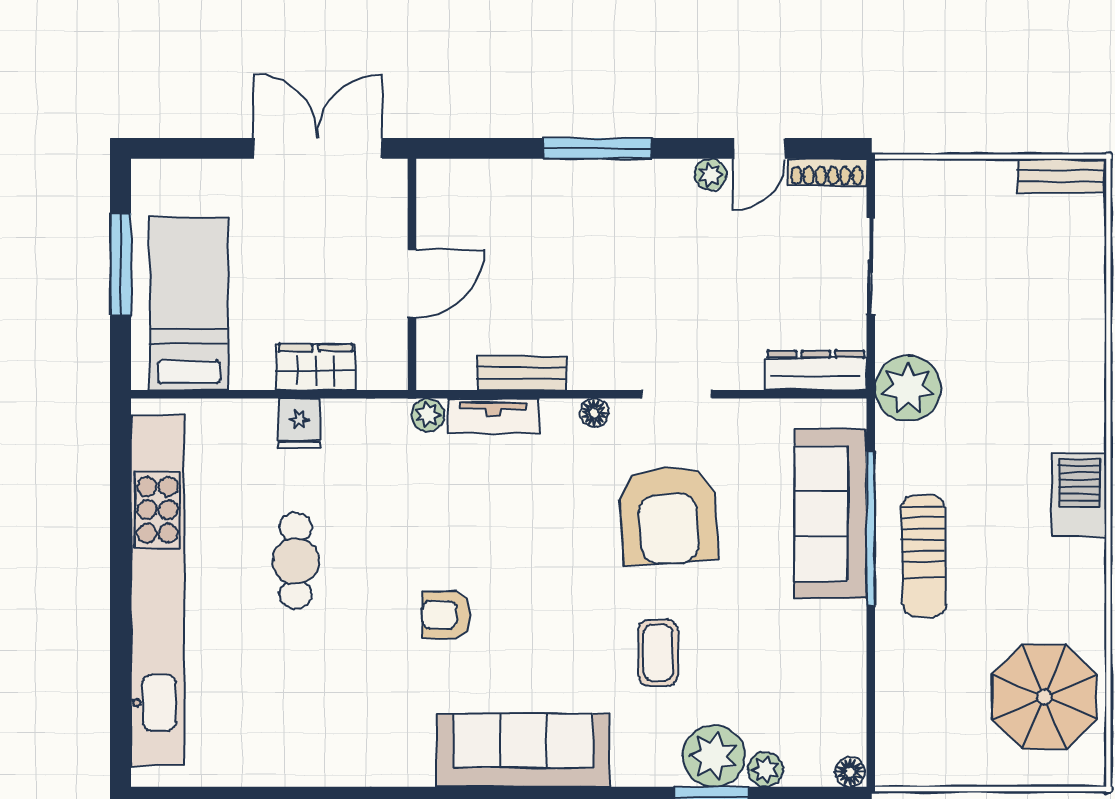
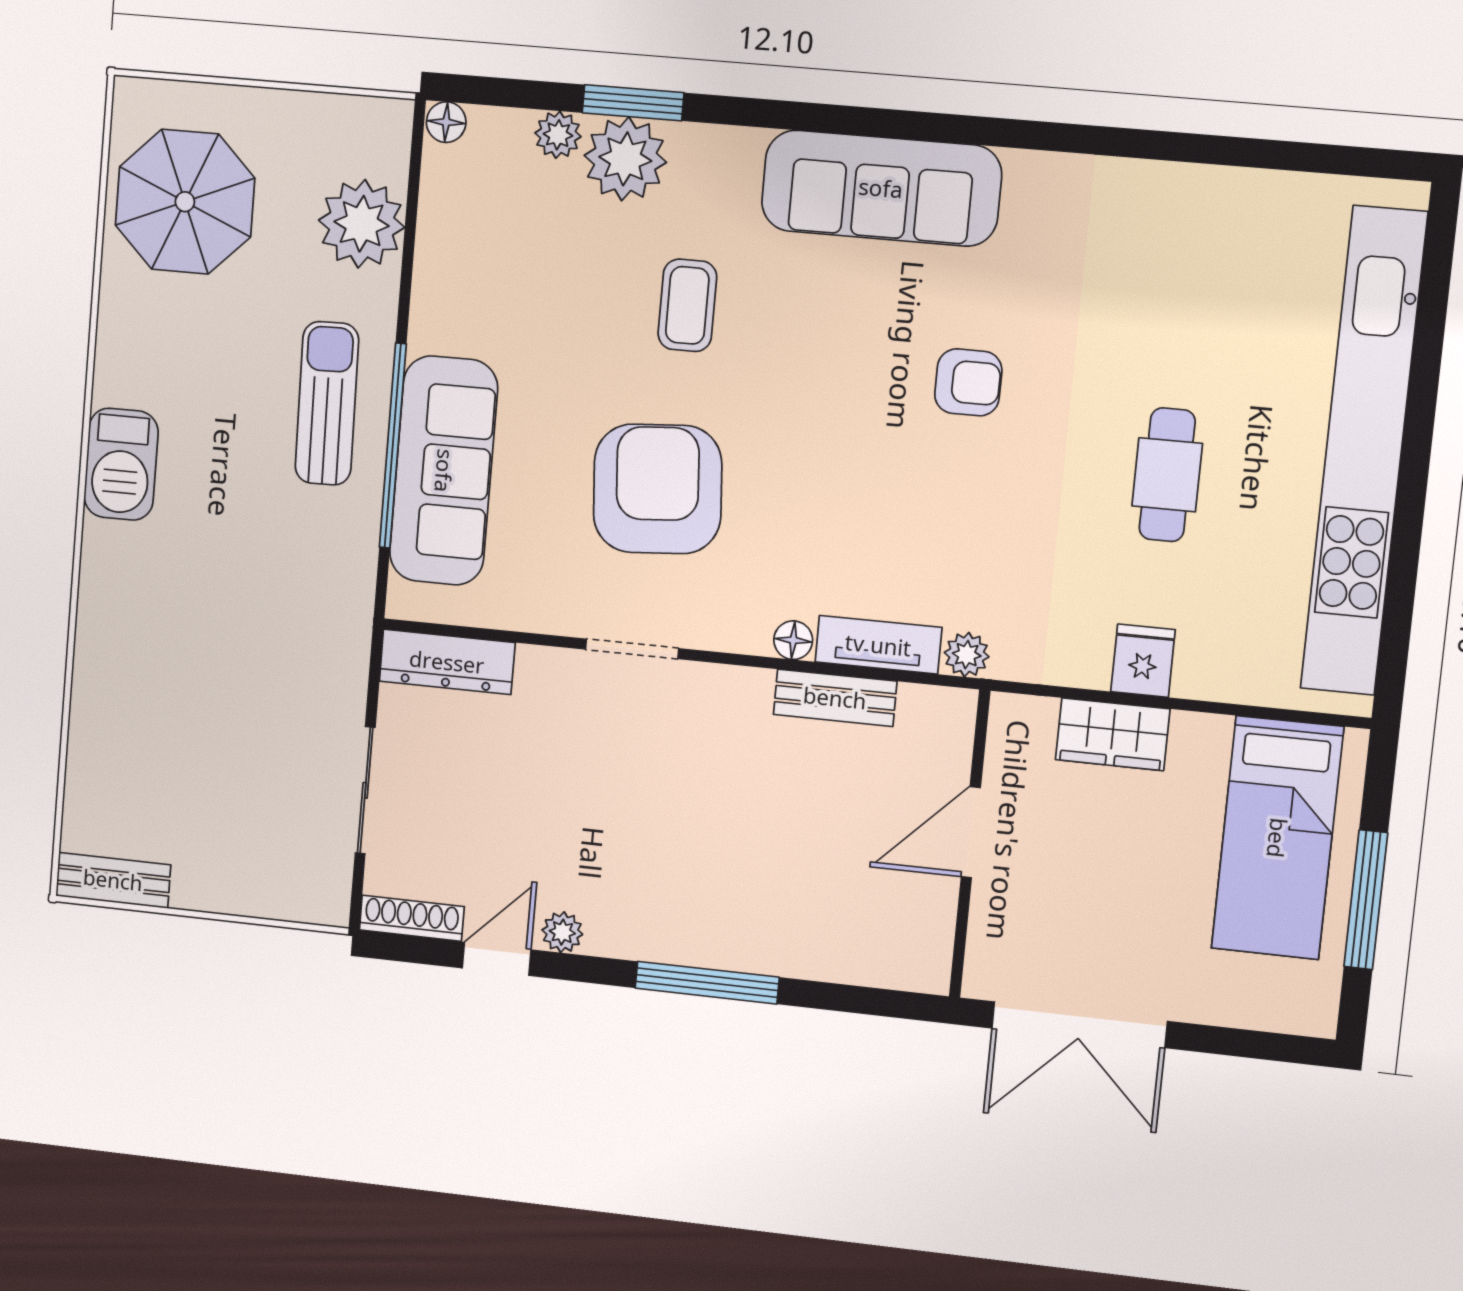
plant: (908, 388) -> (362, 224), moved
floor lamp: (594, 413) -> (793, 640), moved

